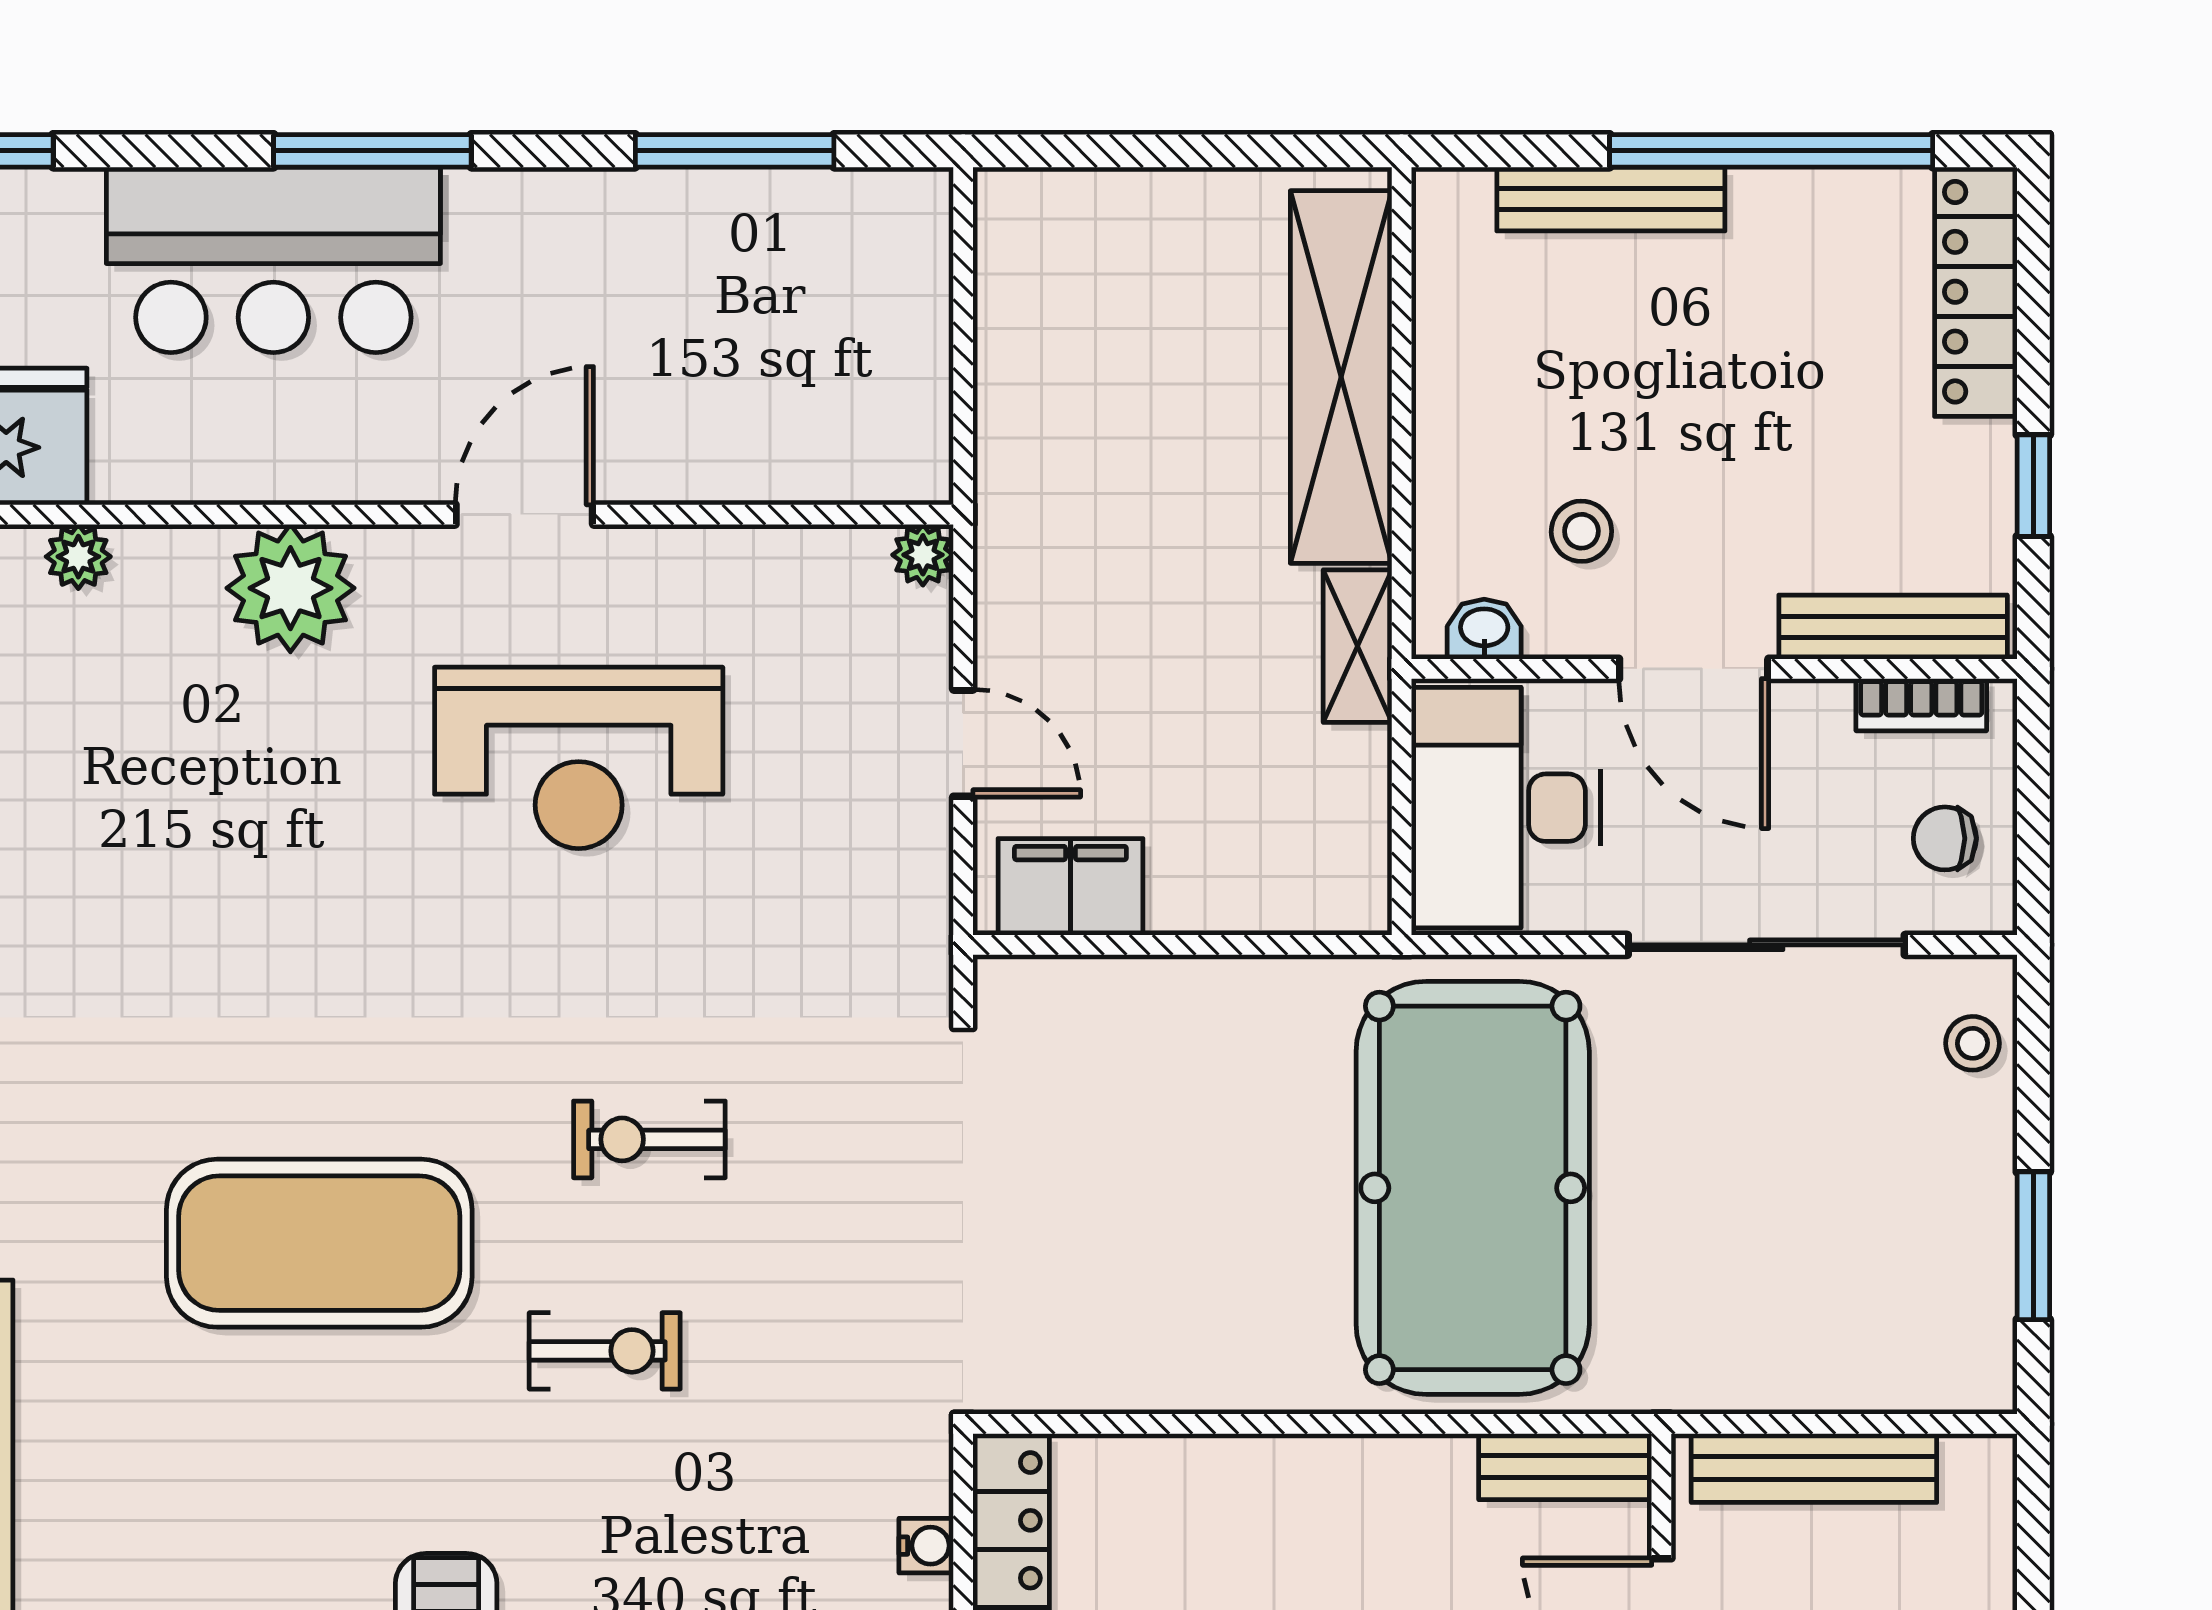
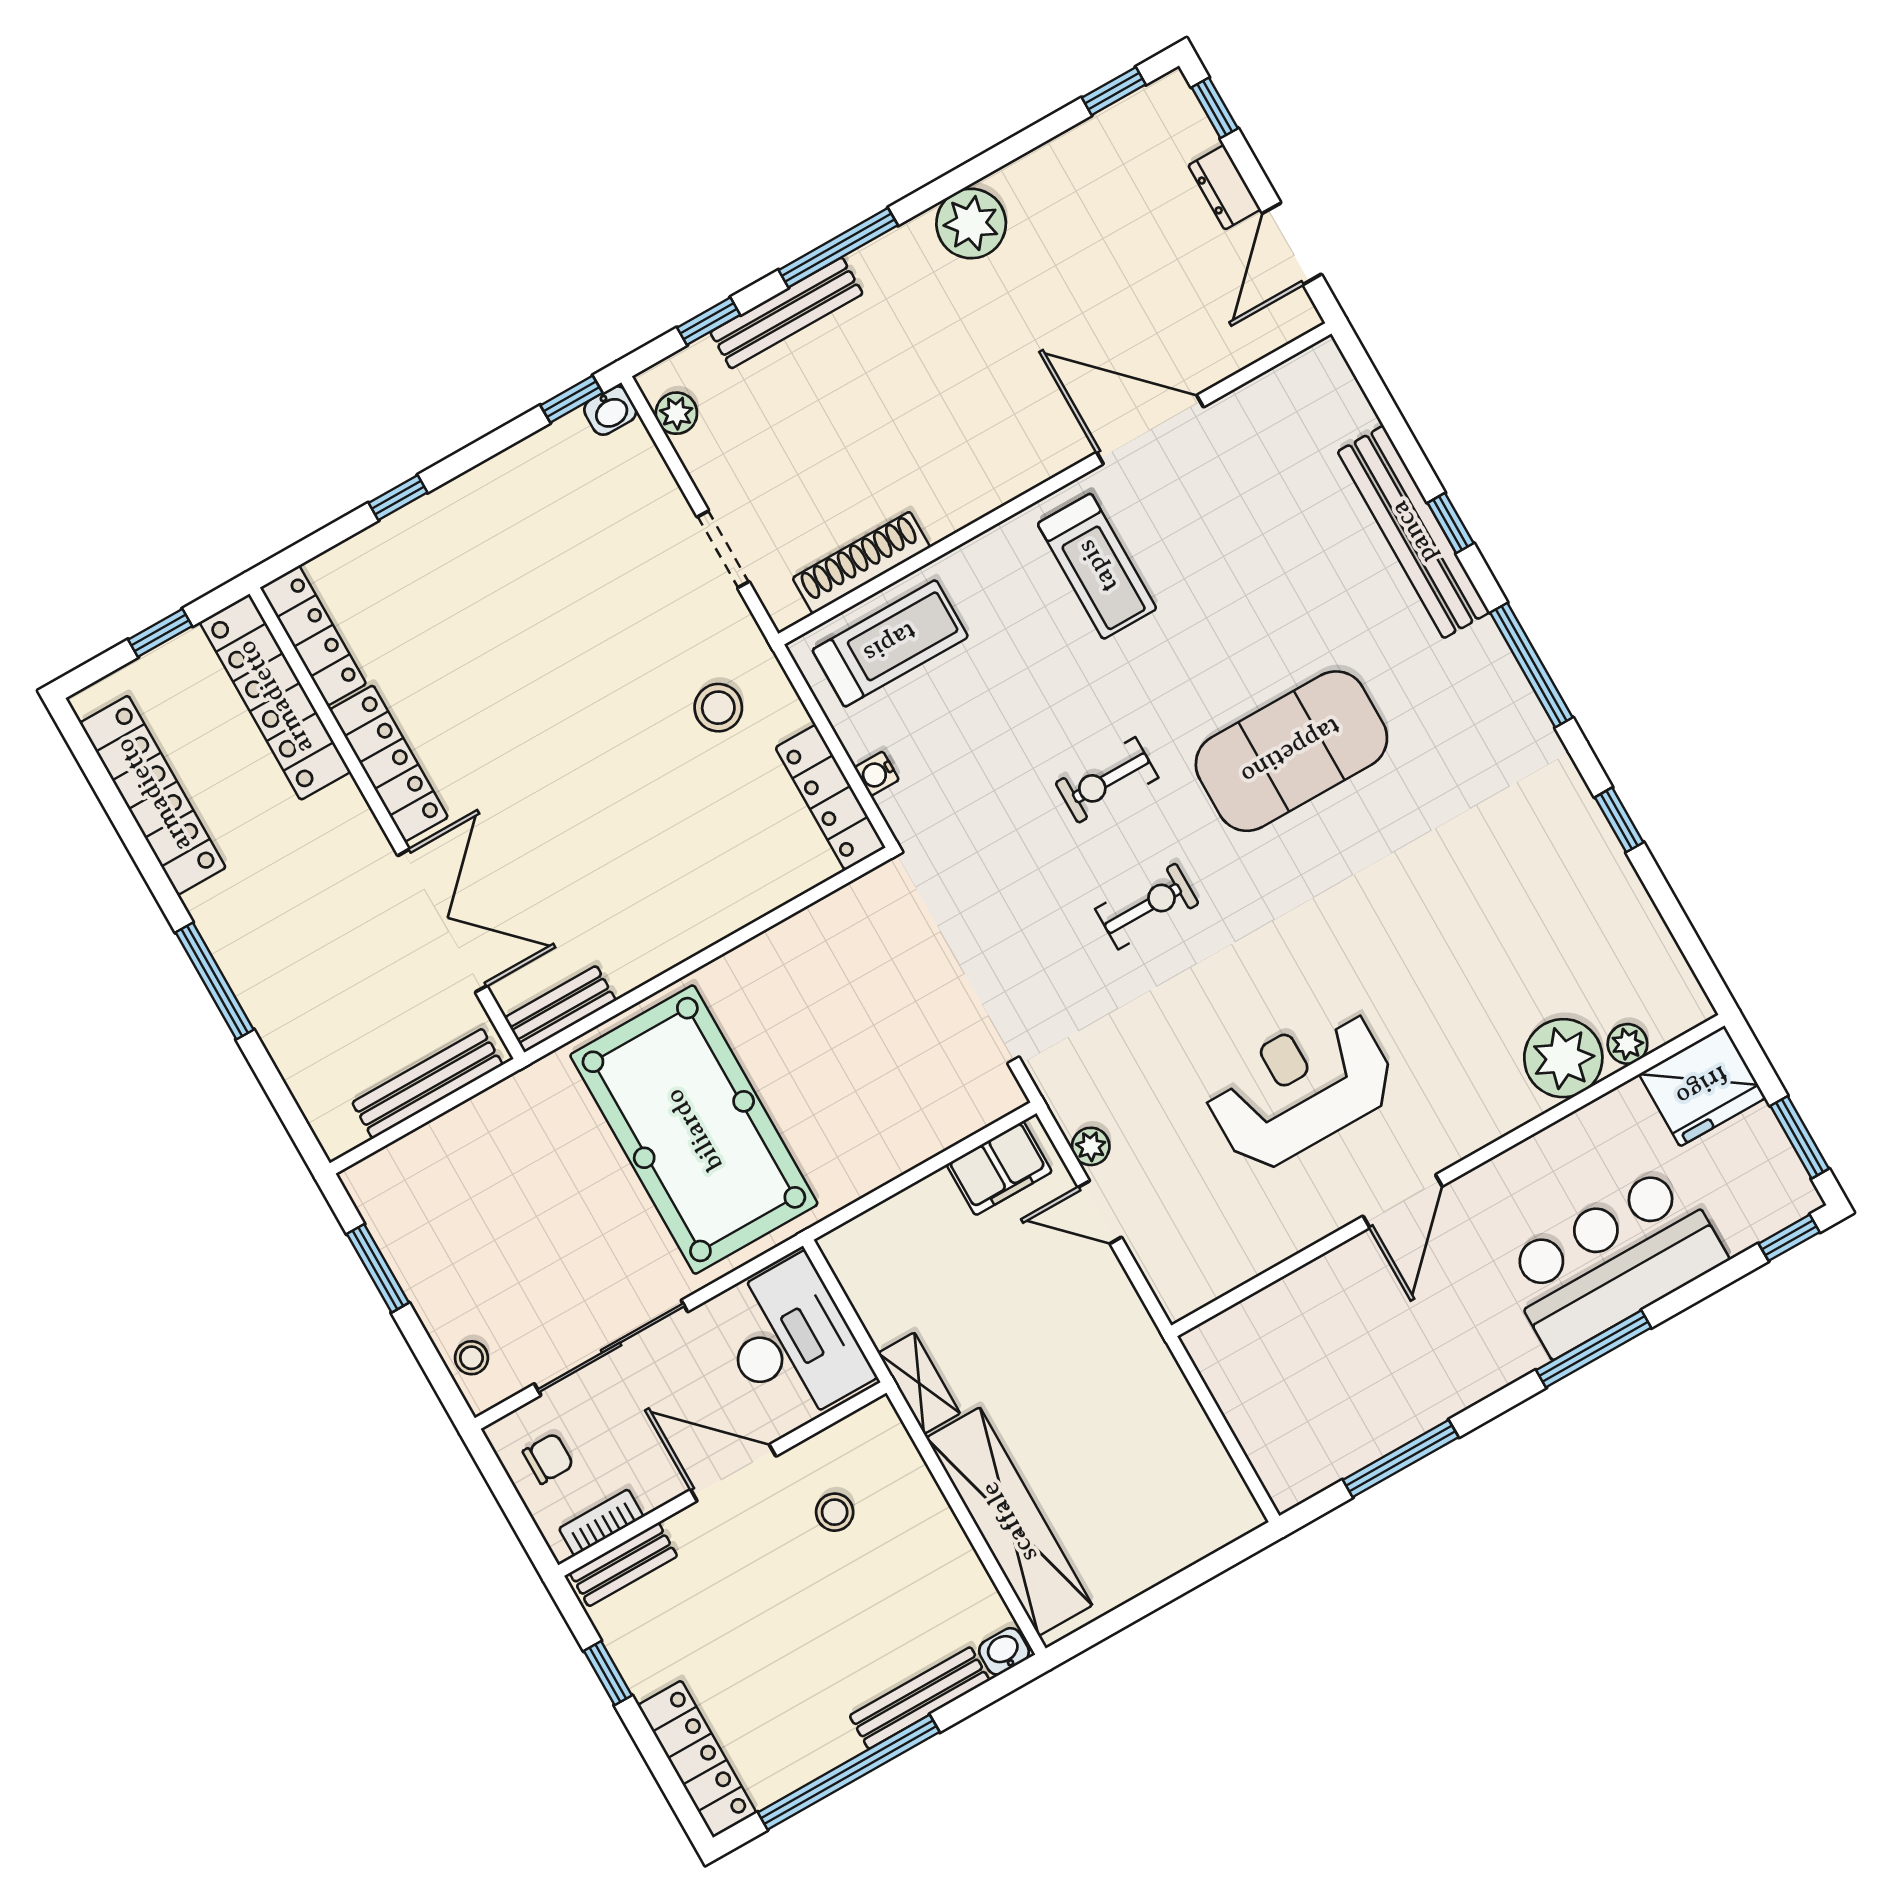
plant: (923, 555) -> (1091, 1146), moved
plant: (290, 588) -> (1563, 1058), moved
bench: (1893, 627) -> (623, 1565), width x0.73
washbasin: (1484, 629) -> (1004, 1651), moved, turned 180

